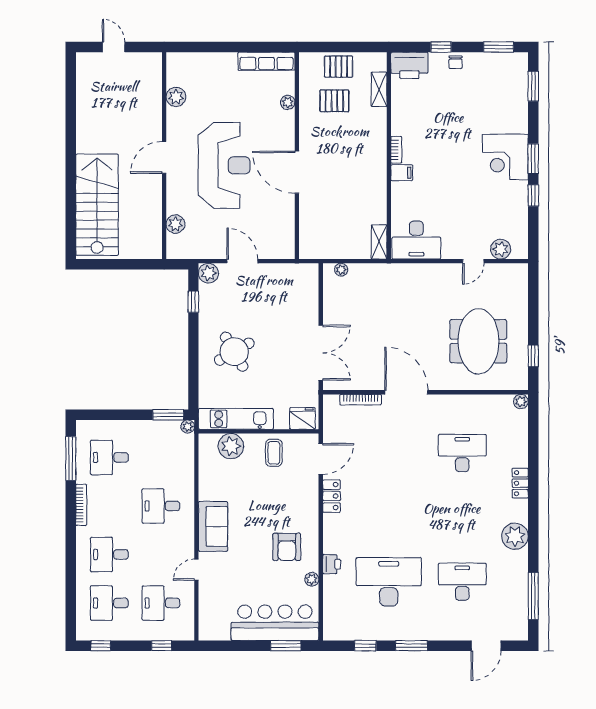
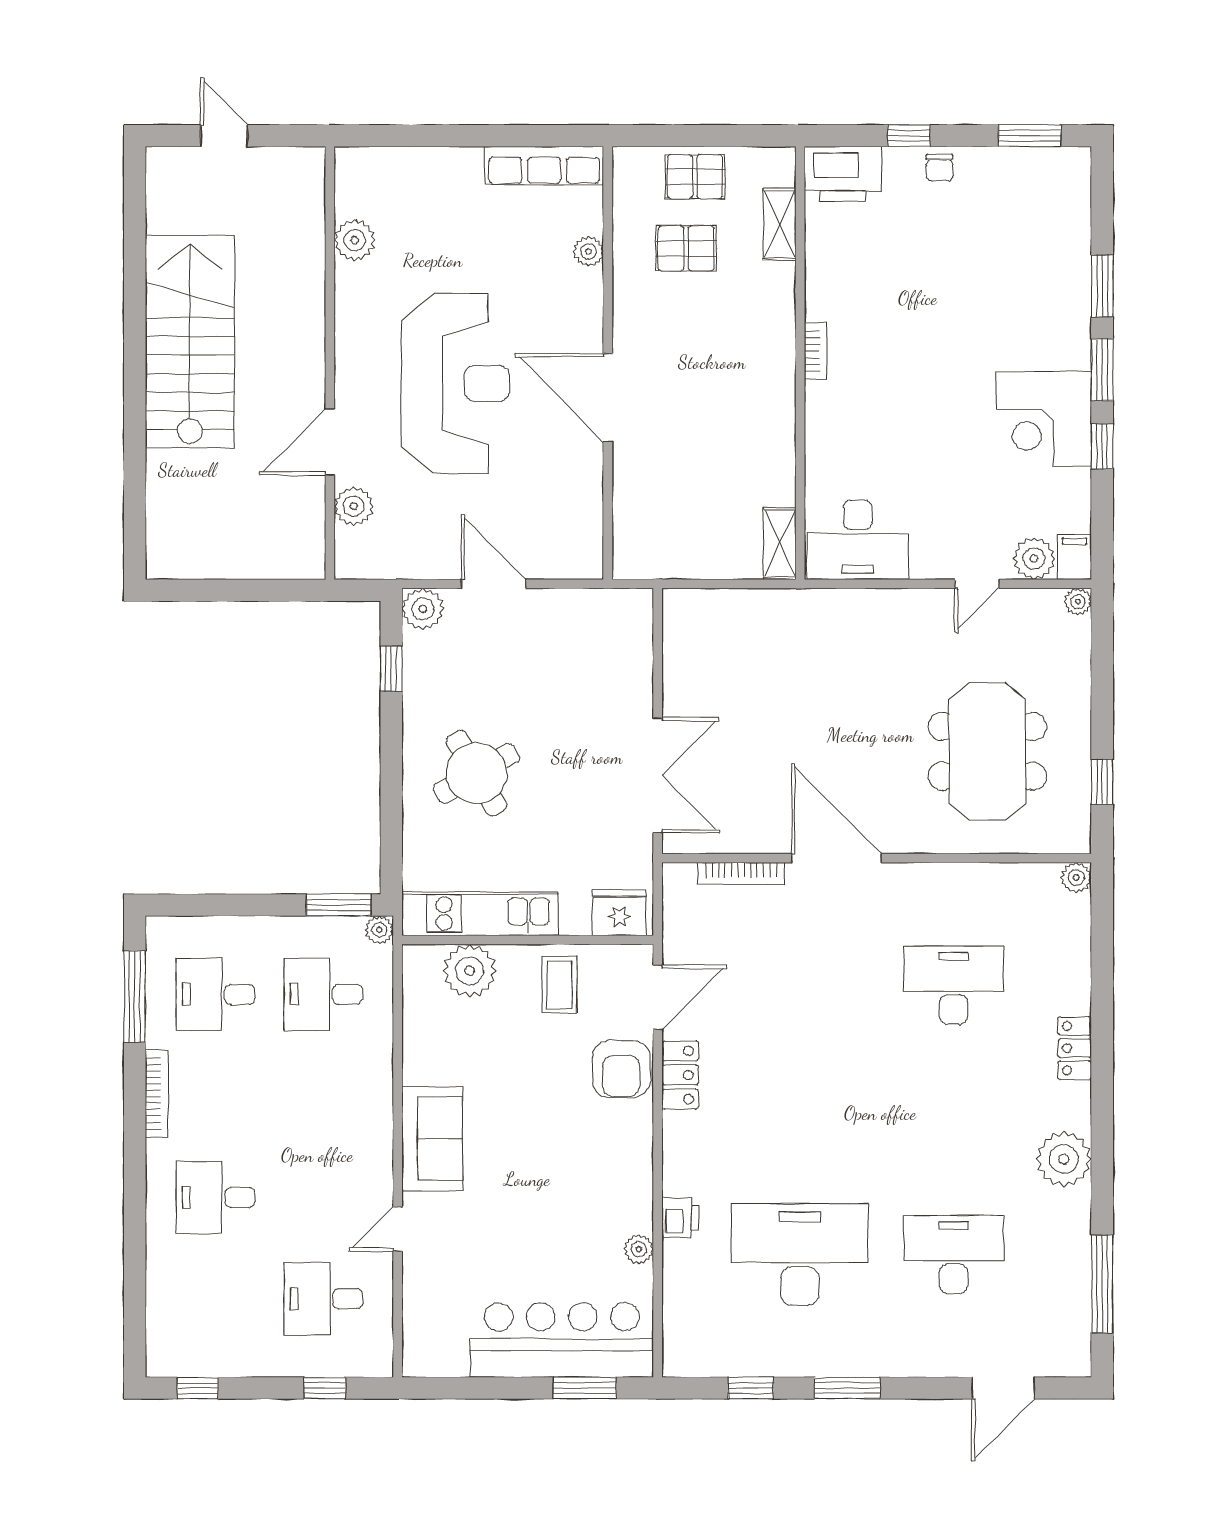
window: (533, 86) -> (1102, 286), moved
door: (164, 157) -> (330, 442), moved
corner desk: (505, 157) -> (1044, 419), moved
filing cabinet: (402, 173) -> (1075, 557), moved, turned -90
stairs: (97, 205) -> (190, 342), moved
plant: (341, 270) -> (1078, 602), moved
desk: (161, 506) -> (323, 994), moved
armchair: (287, 547) -> (621, 1069), moved
desk: (109, 603) -> (215, 1299), removed

